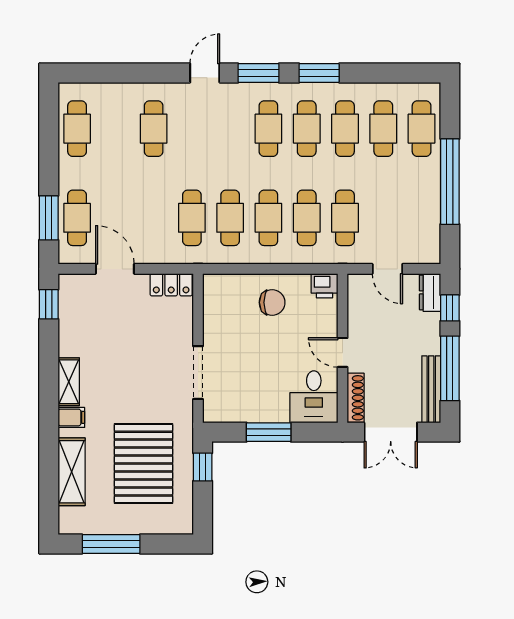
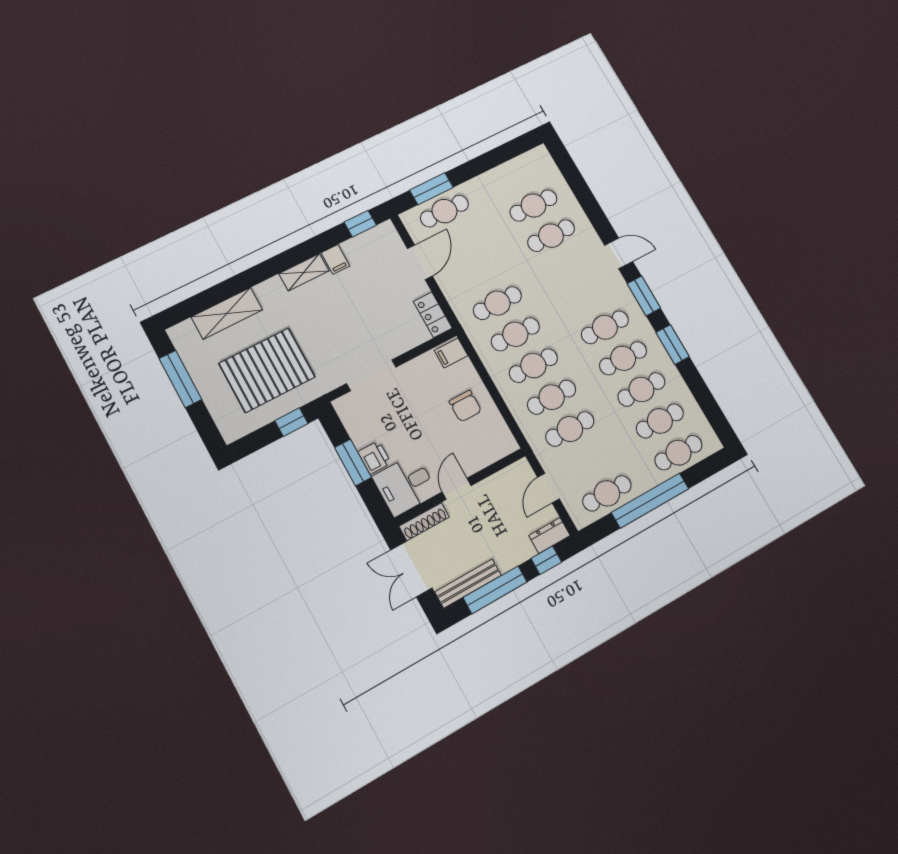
cafe table: (77, 129) -> (533, 205), moved
cafe table: (422, 218) -> (607, 493), added
printer: (324, 286) -> (374, 457), moved, turned 180
filing cabinet: (216, 288) -> (451, 353), added
filing cabinet: (71, 417) -> (335, 259), moved

